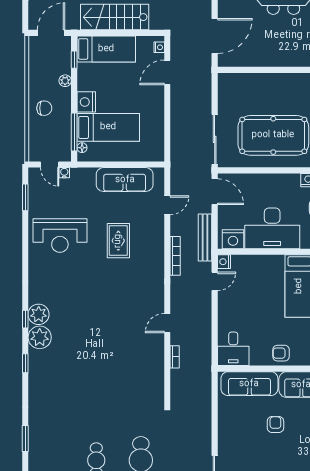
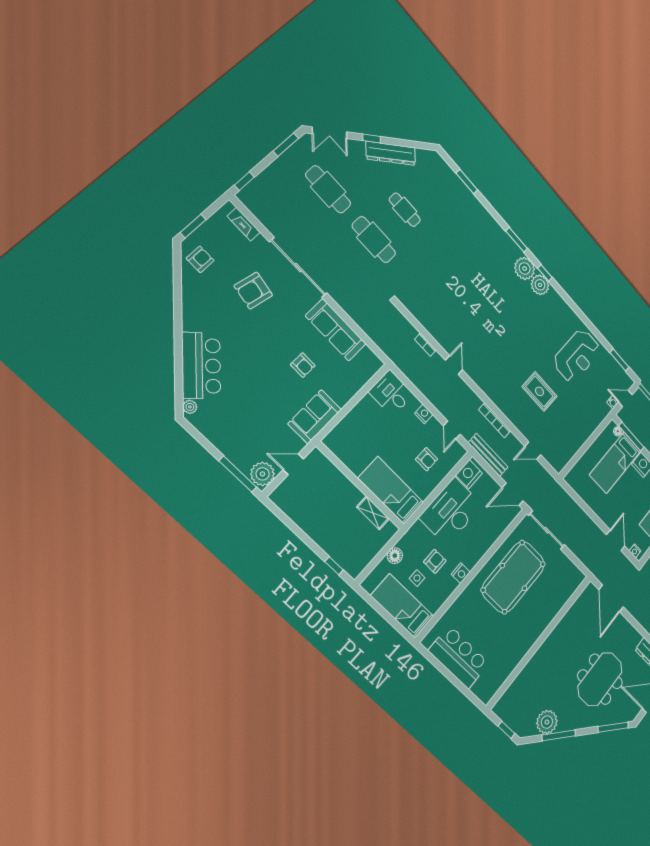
sofa: (125, 180) -> (574, 439), removed
door: (167, 205) -> (533, 451), hinge flipped
reception desk: (60, 236) -> (577, 356), turned 180
nightstand: (224, 262) -> (424, 414), moved
armchair: (281, 353) -> (427, 459), moved, turned 90
window: (25, 363) -> (517, 240), width x1.50
sofa: (249, 384) -> (336, 330), moved, turned -90

